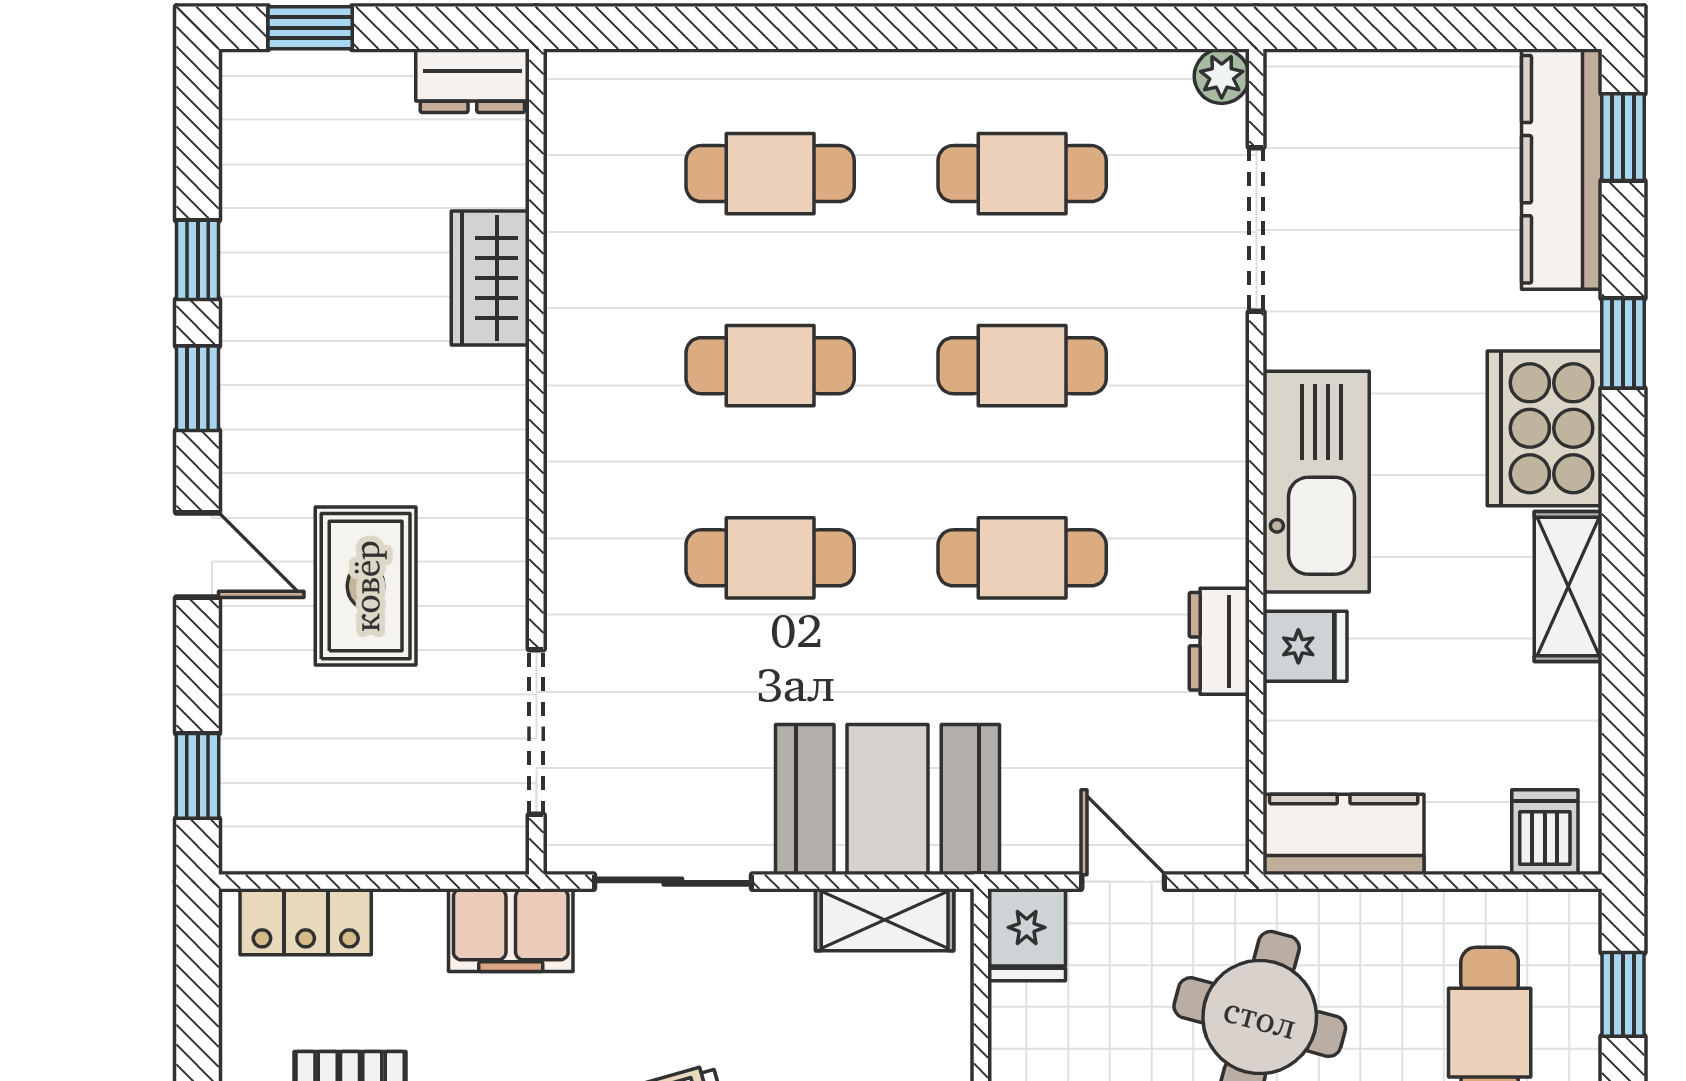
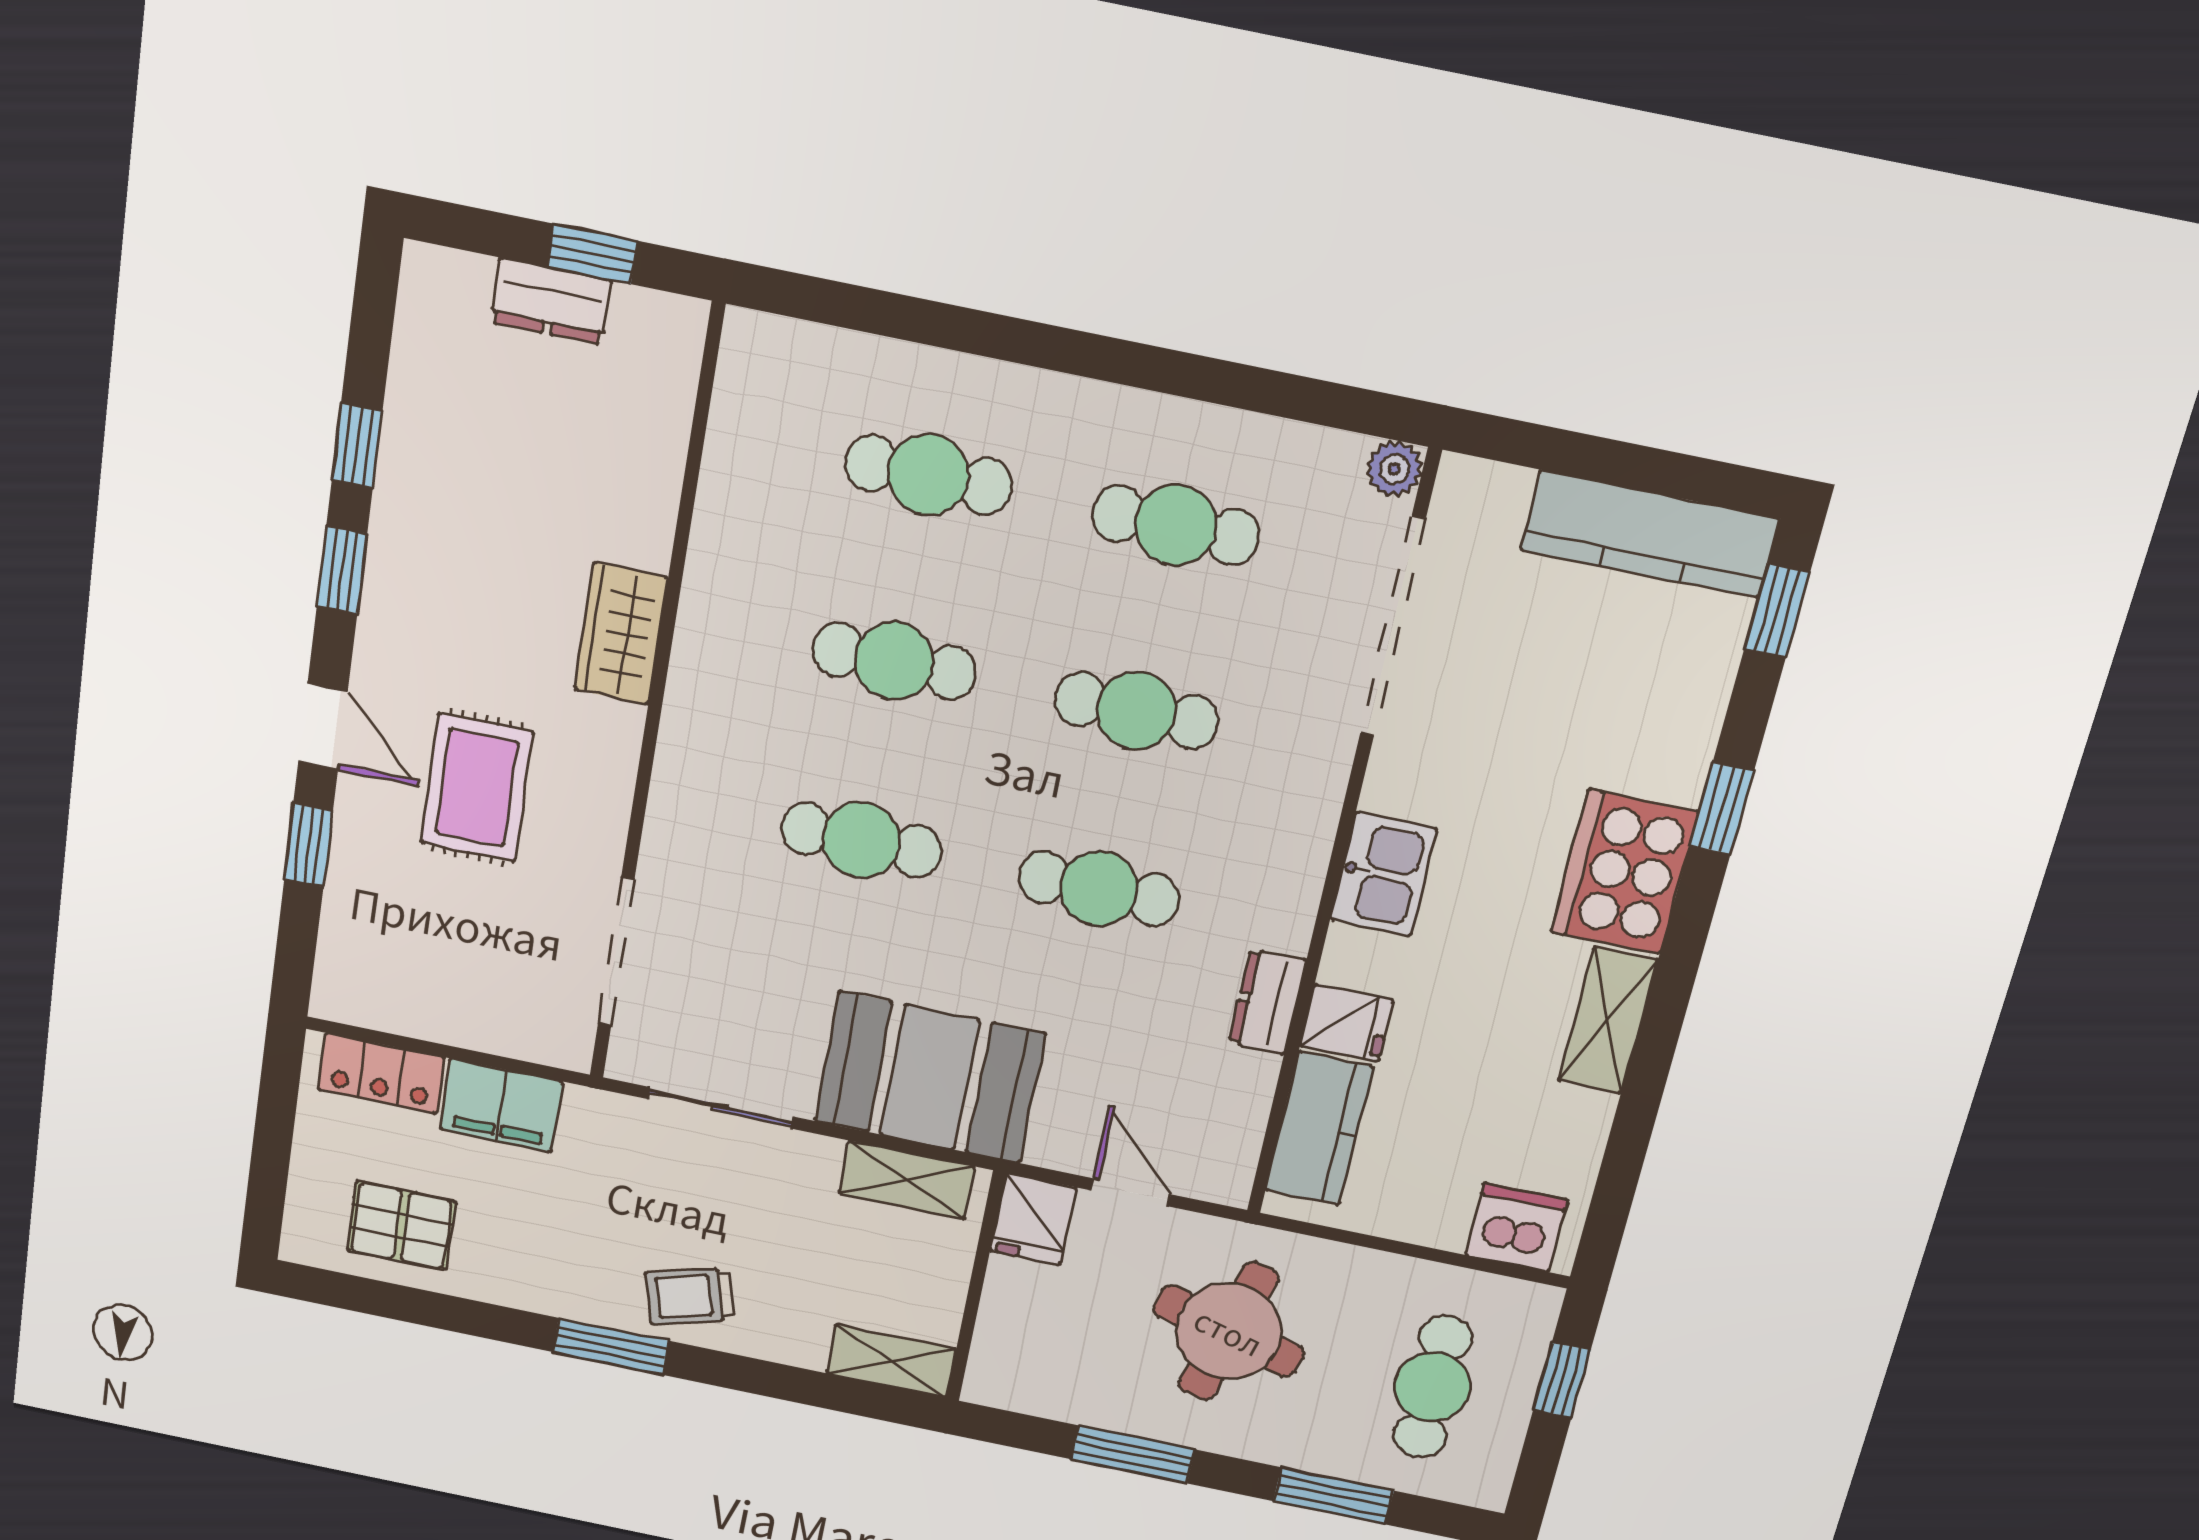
window: (310, 28) -> (592, 254), moved
dresser: (472, 81) -> (551, 301), moved
kitchen counter: (1562, 169) -> (1650, 534), moved, turned -90
doorway: (1256, 229) -> (1393, 627), width x1.36
wardrobe: (490, 278) -> (621, 634), moved
kitchen sink: (1316, 482) -> (1384, 874), width x0.53, depth x0.81
window: (198, 776) -> (308, 845), moved
dishwasher: (1545, 832) -> (1516, 1227), width x1.38
kitchen counter: (1344, 834) -> (1319, 1129), moved, turned 90
filing cabinet: (511, 930) -> (501, 1105), moved

